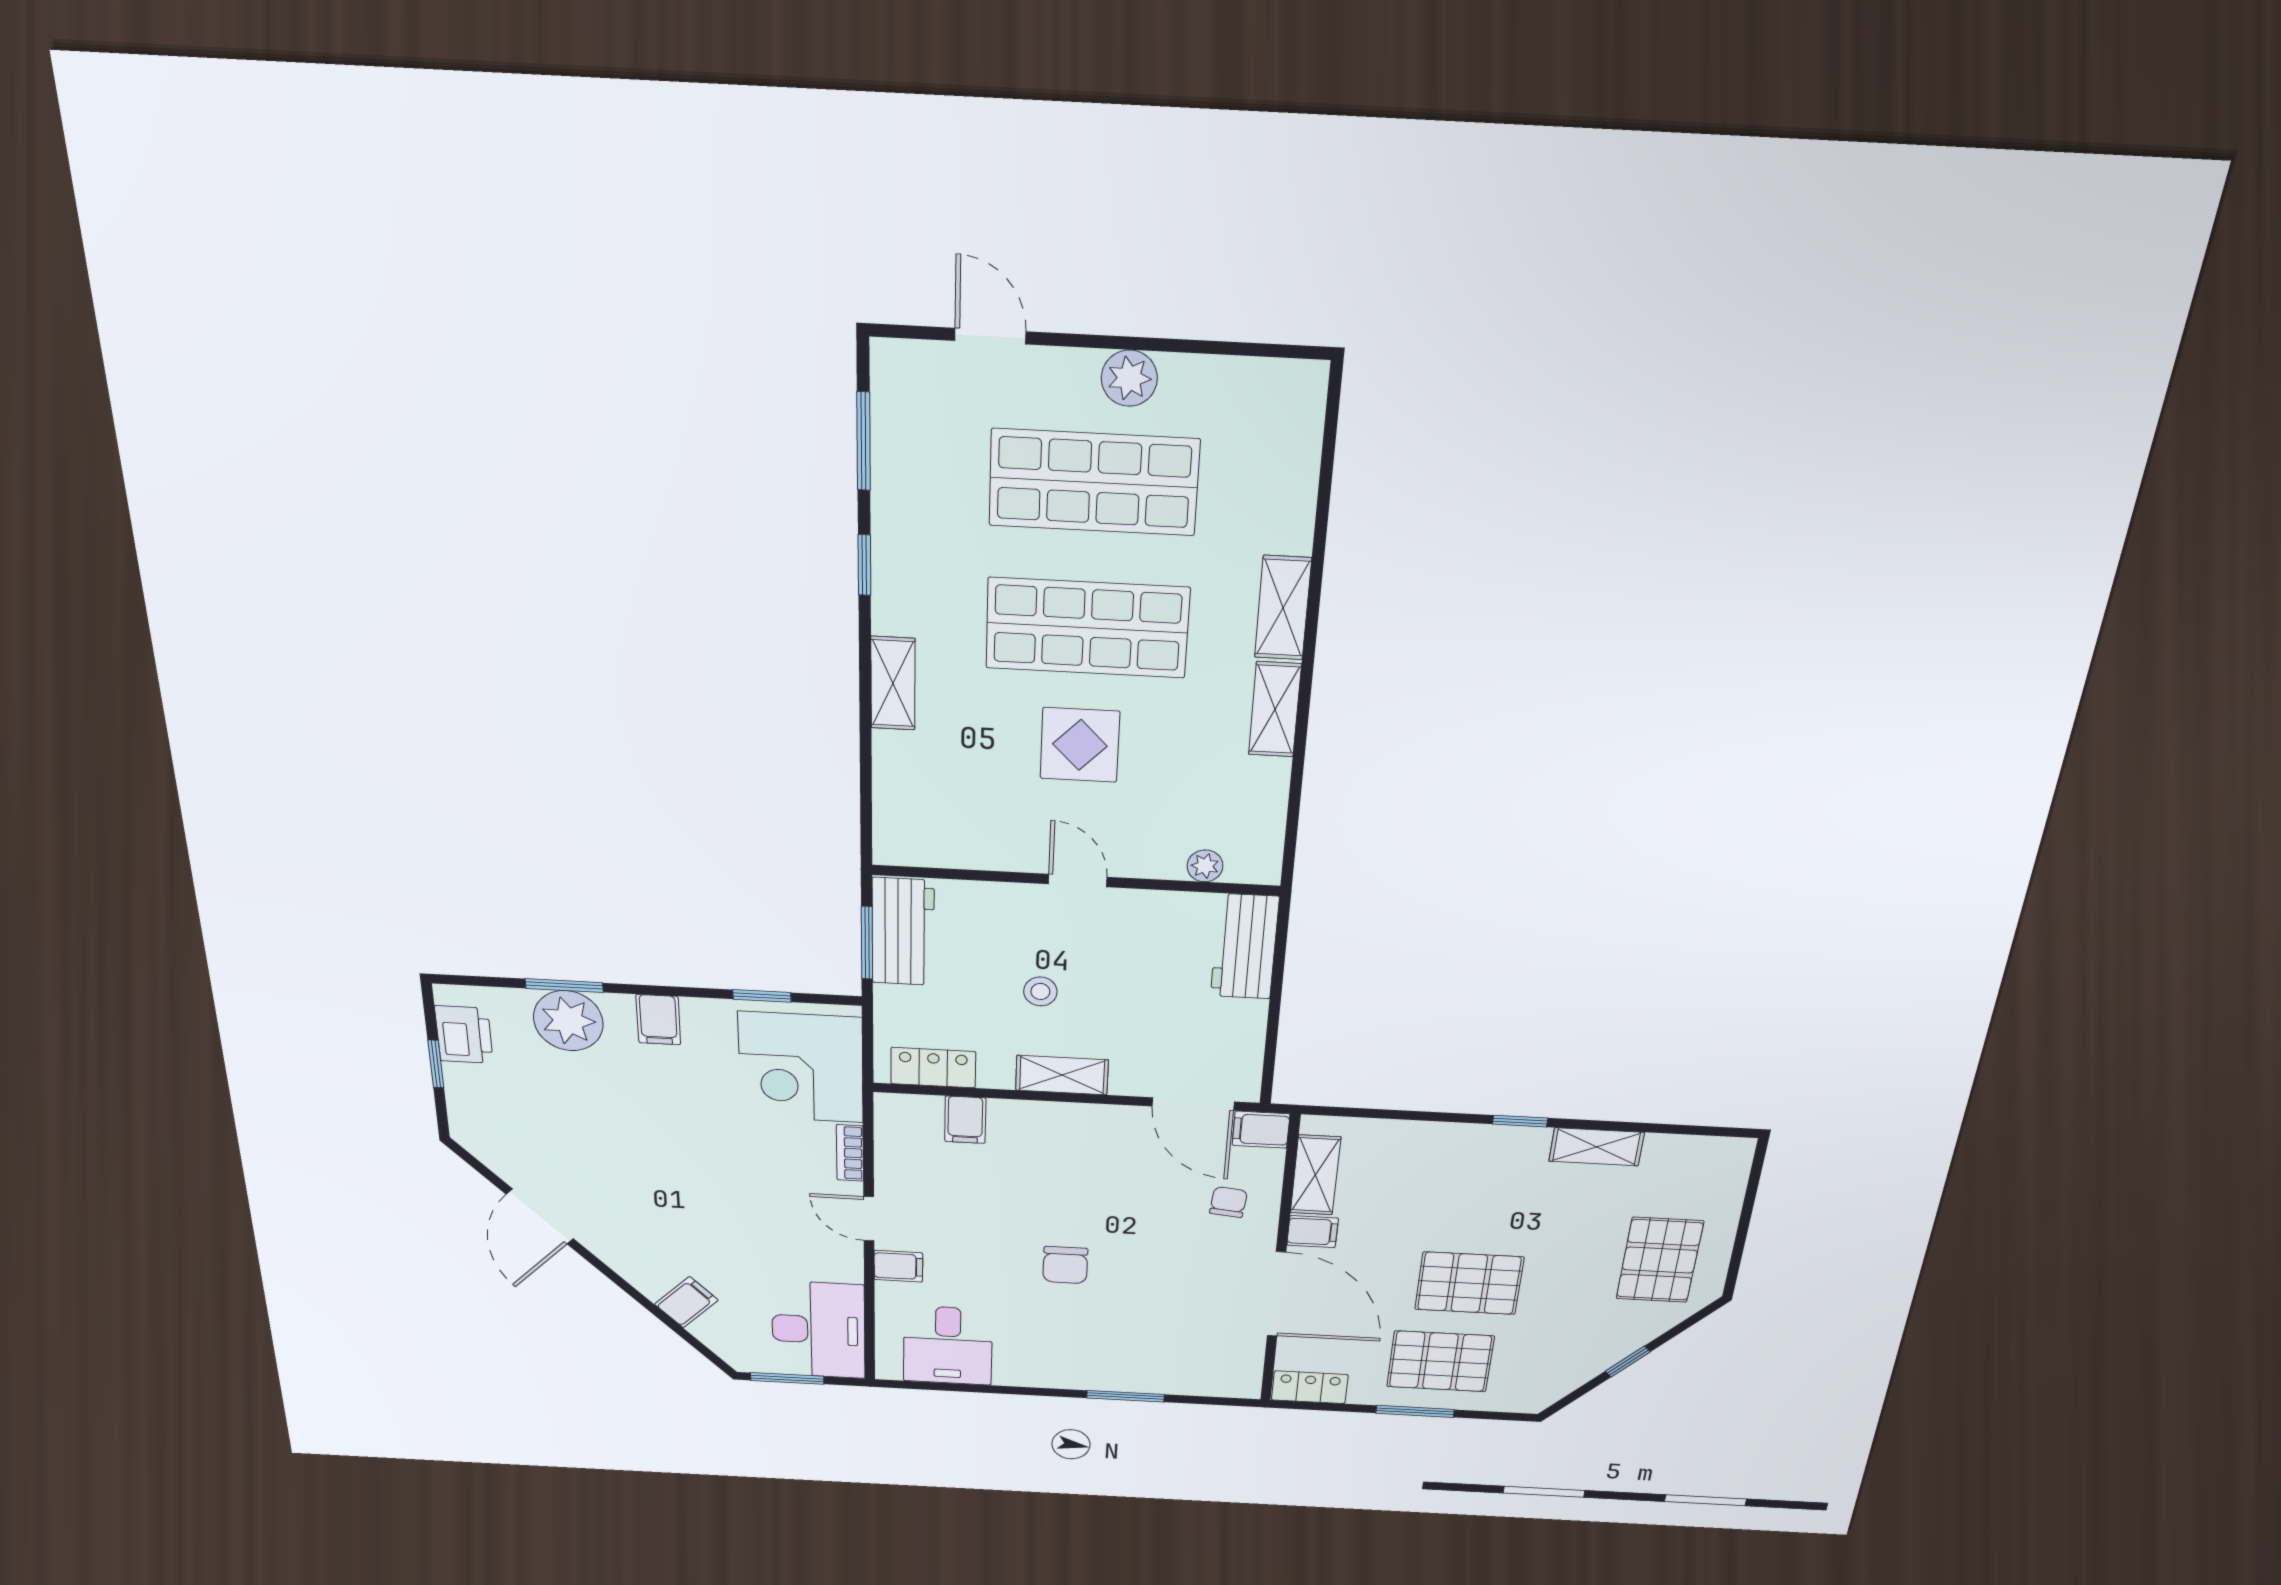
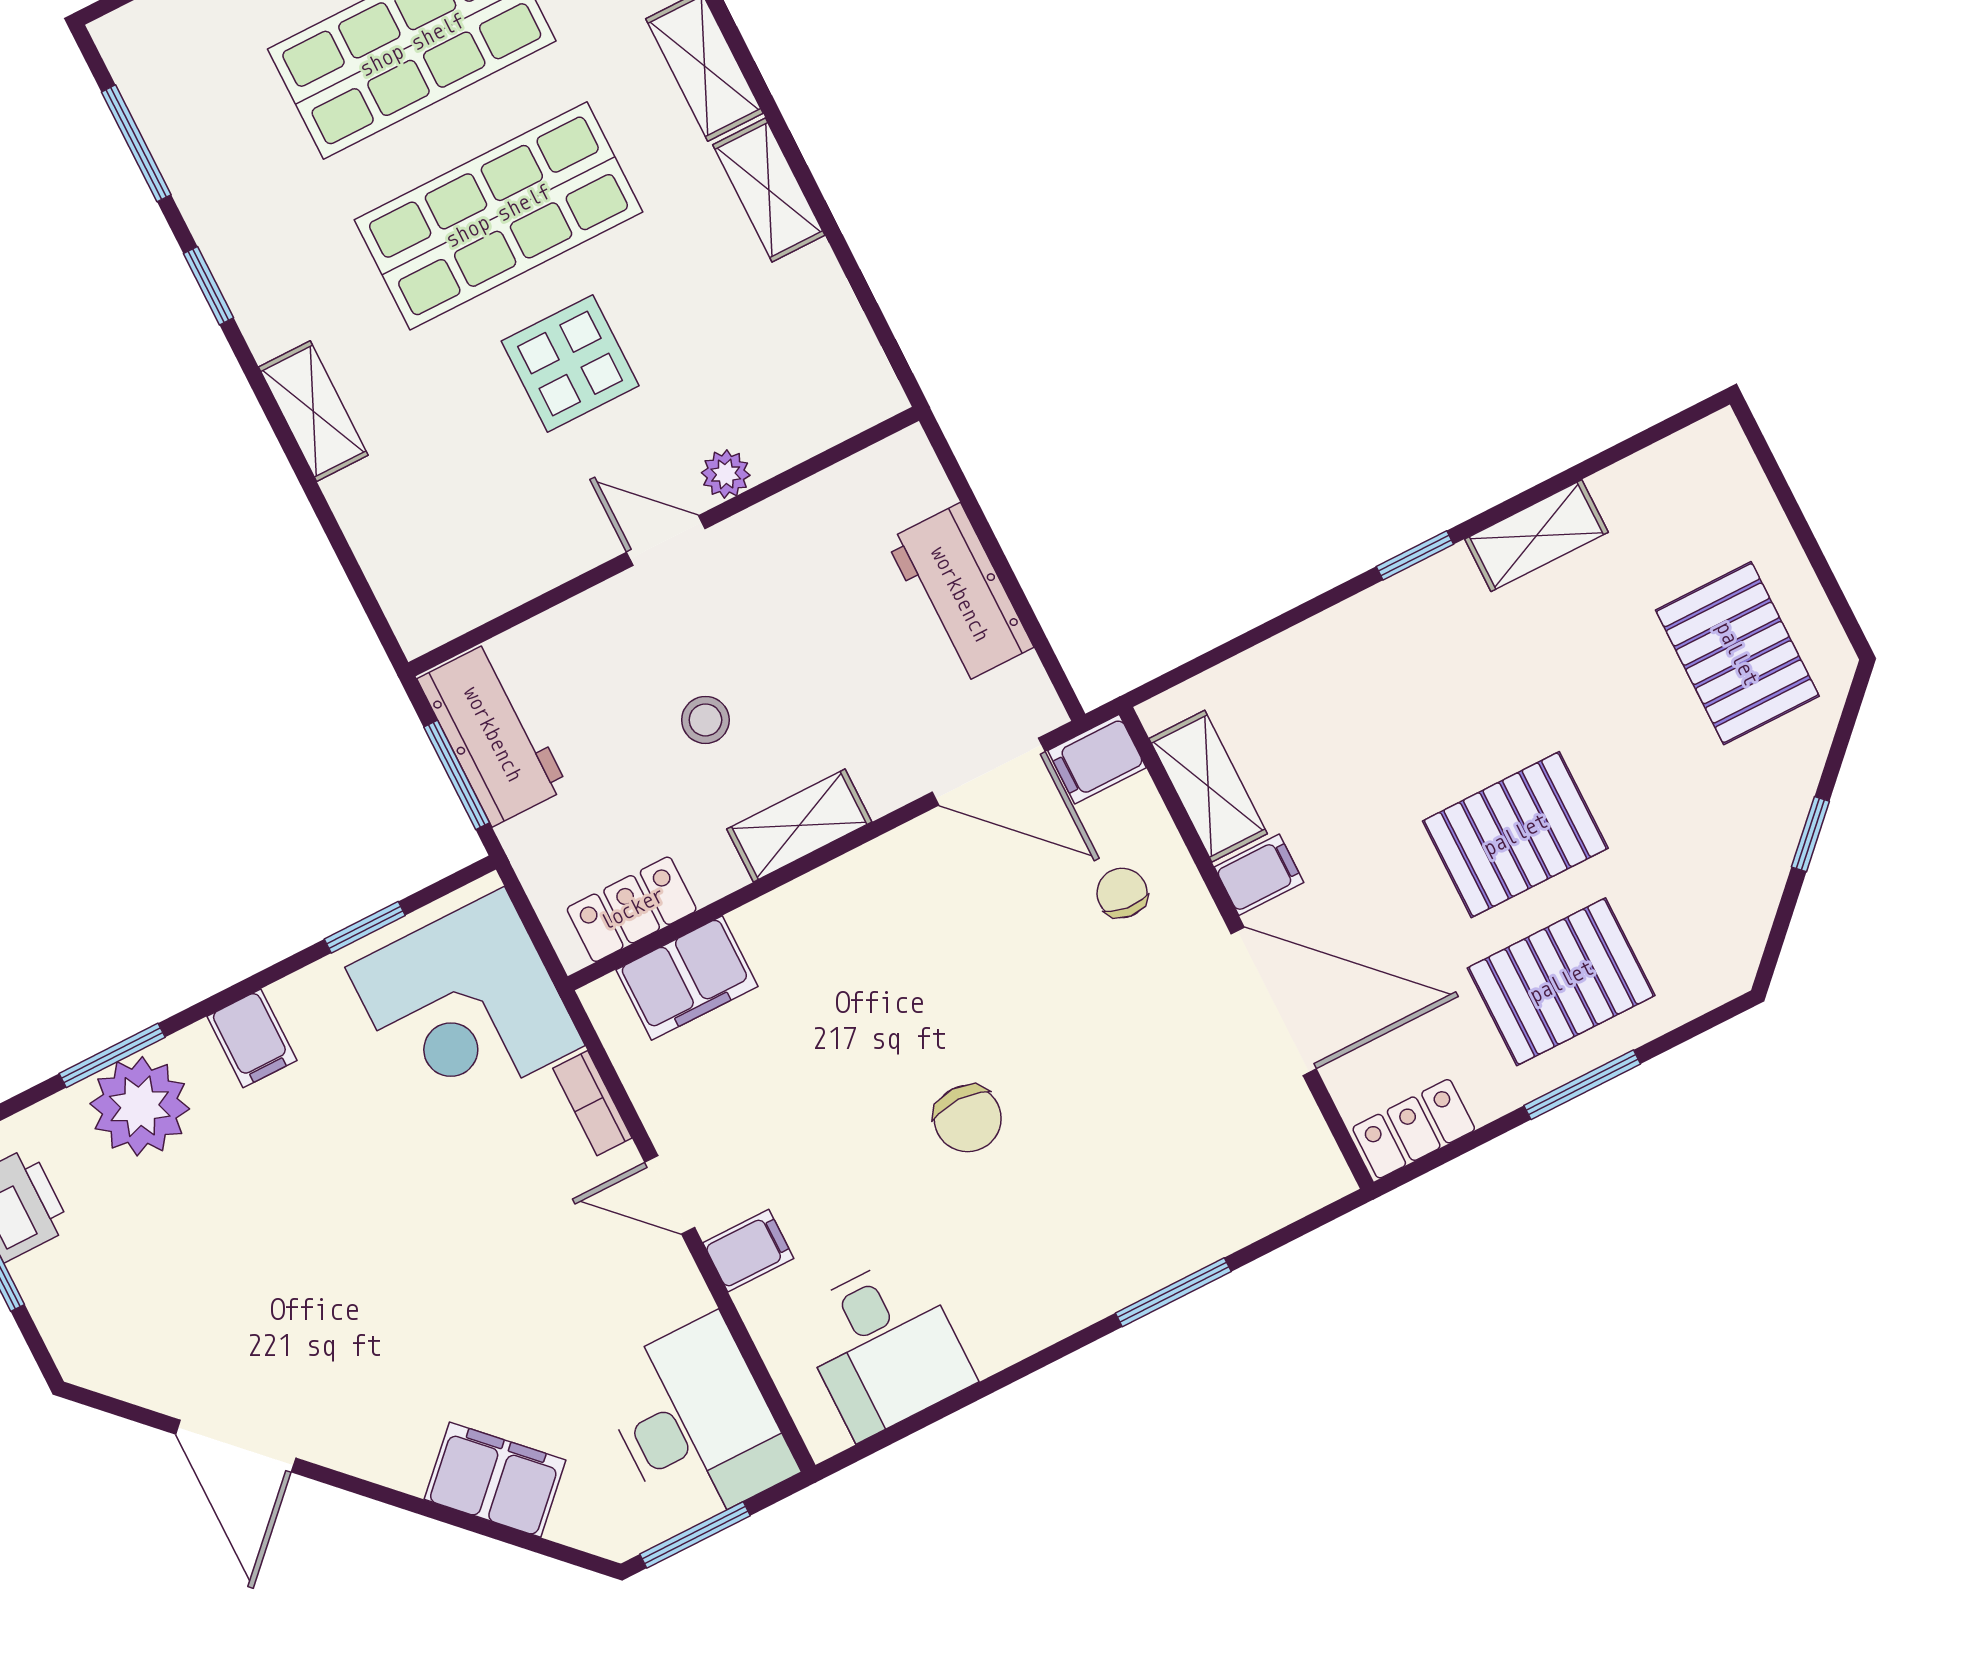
plant: (1205, 866) -> (726, 474), moved
workbench: (1245, 947) -> (960, 594), moved
filing cabinet: (965, 1120) -> (687, 978), width x2.00
filing cabinet: (686, 1302) -> (495, 1480), width x2.00

